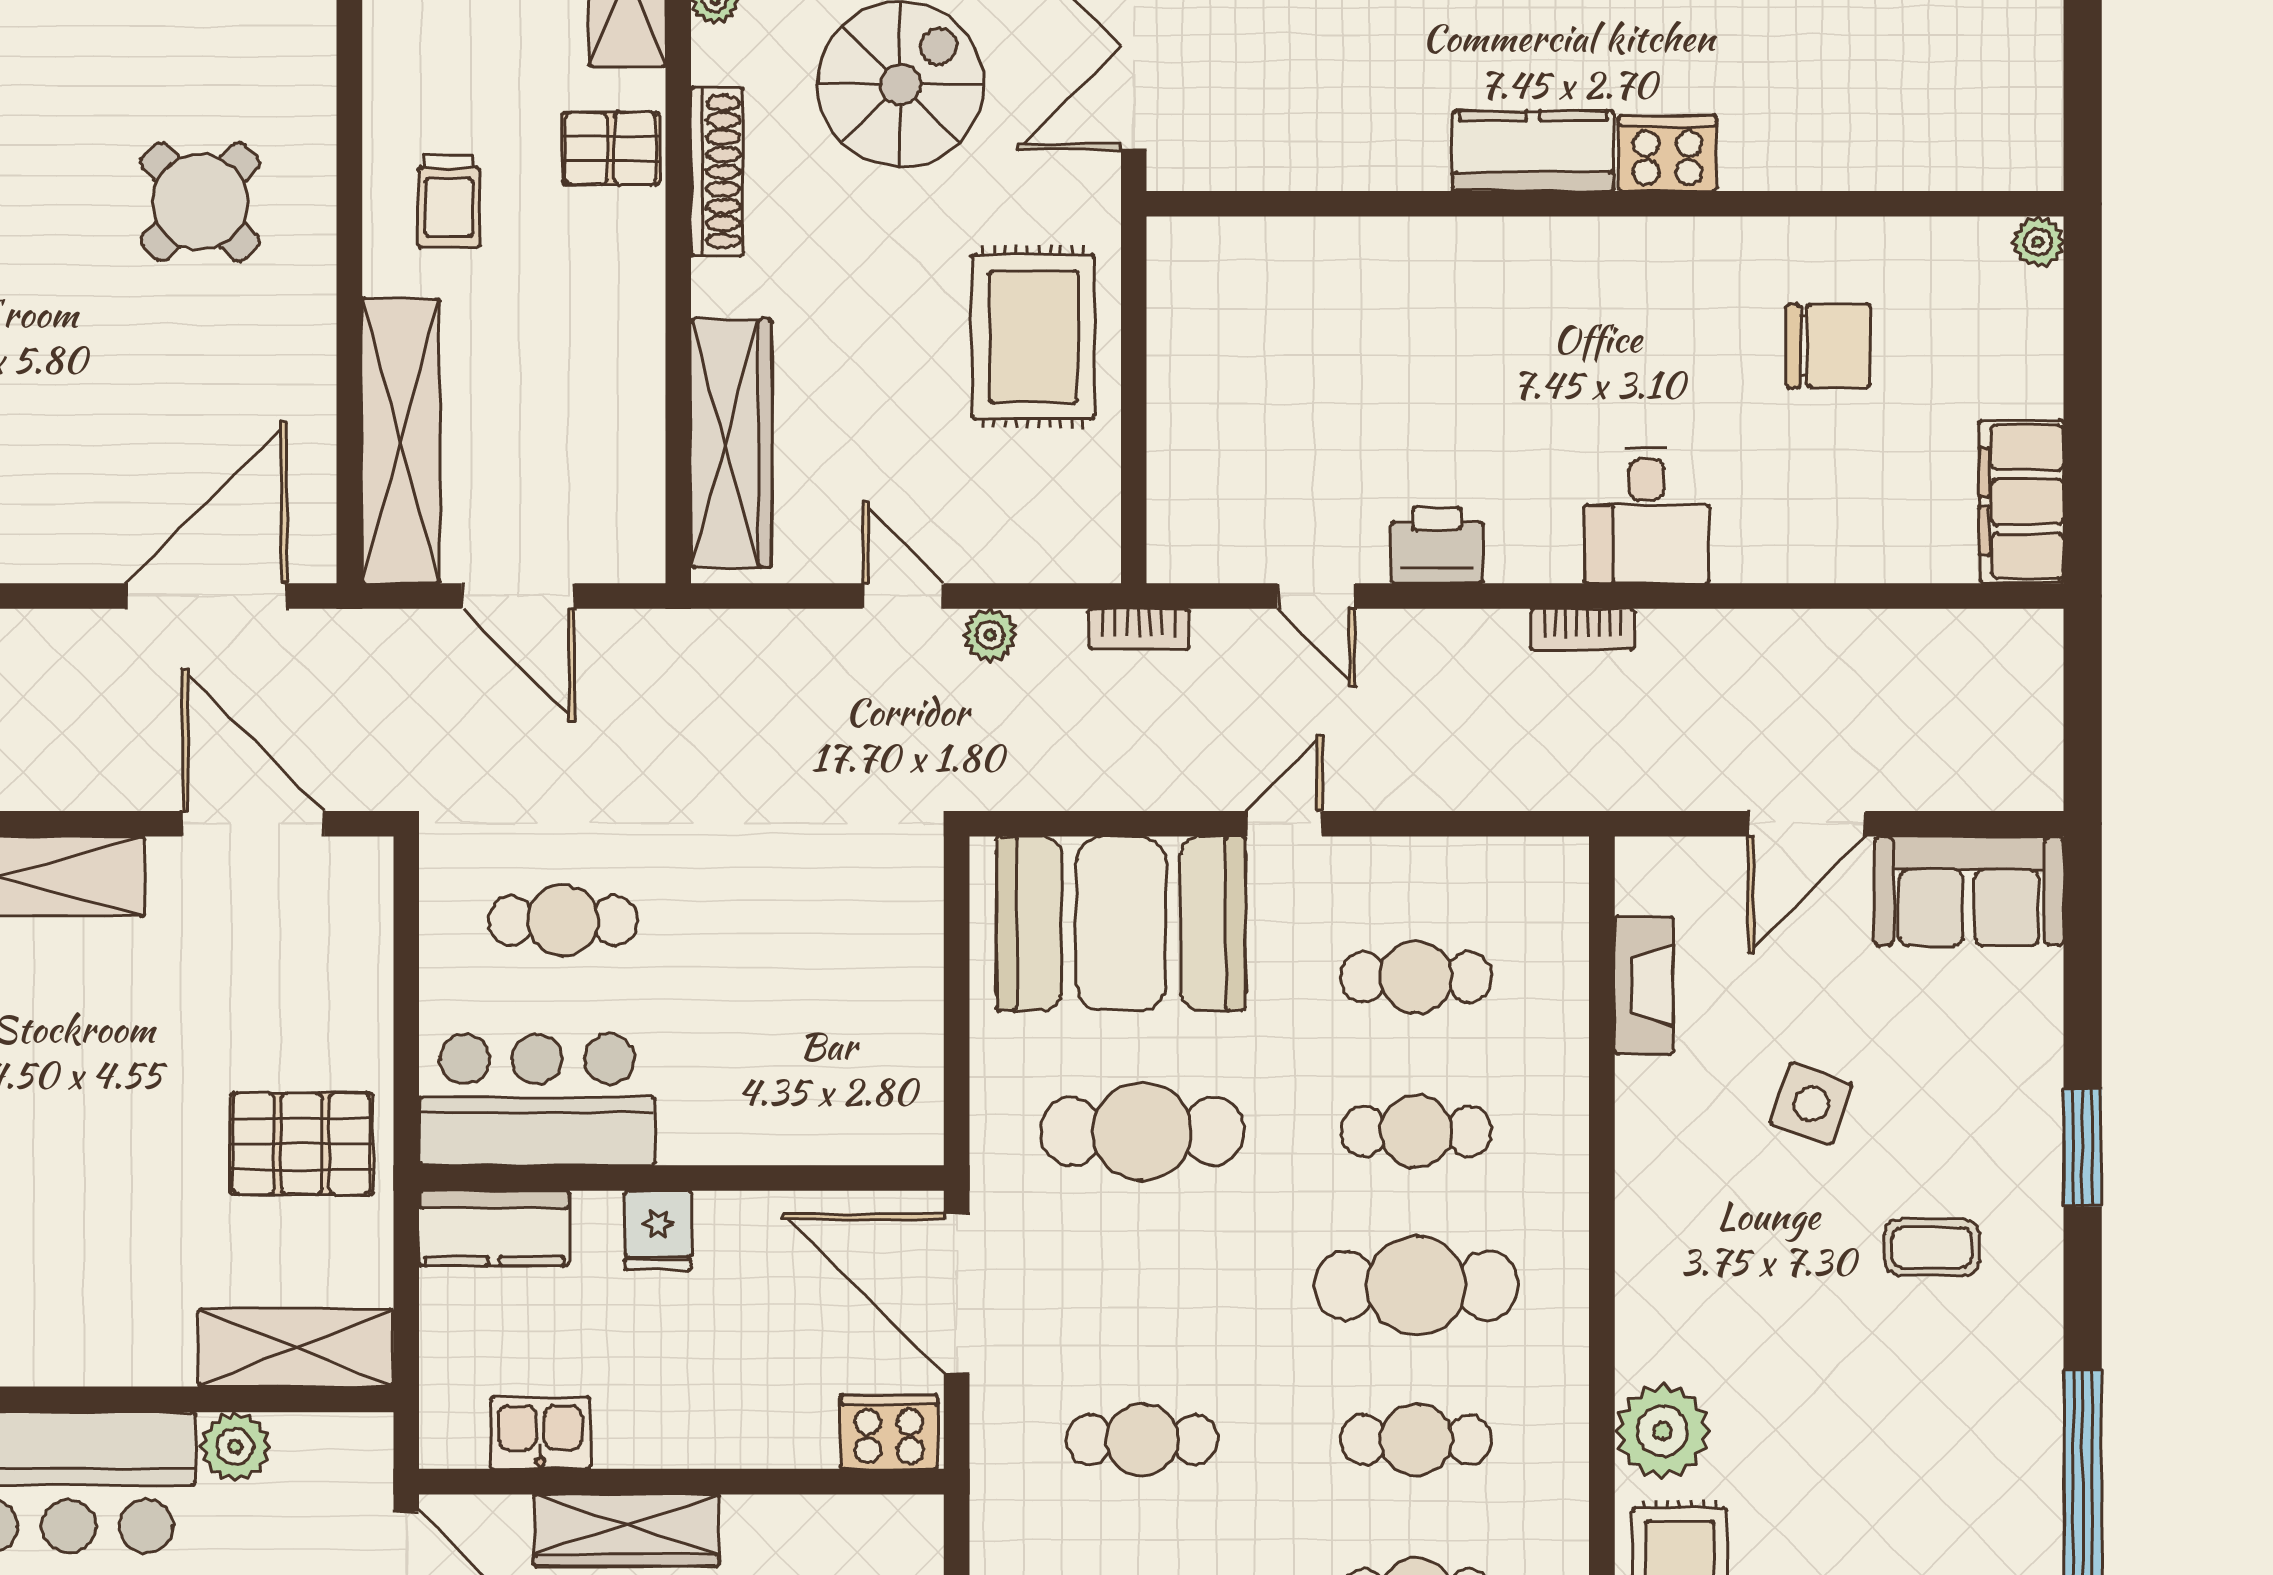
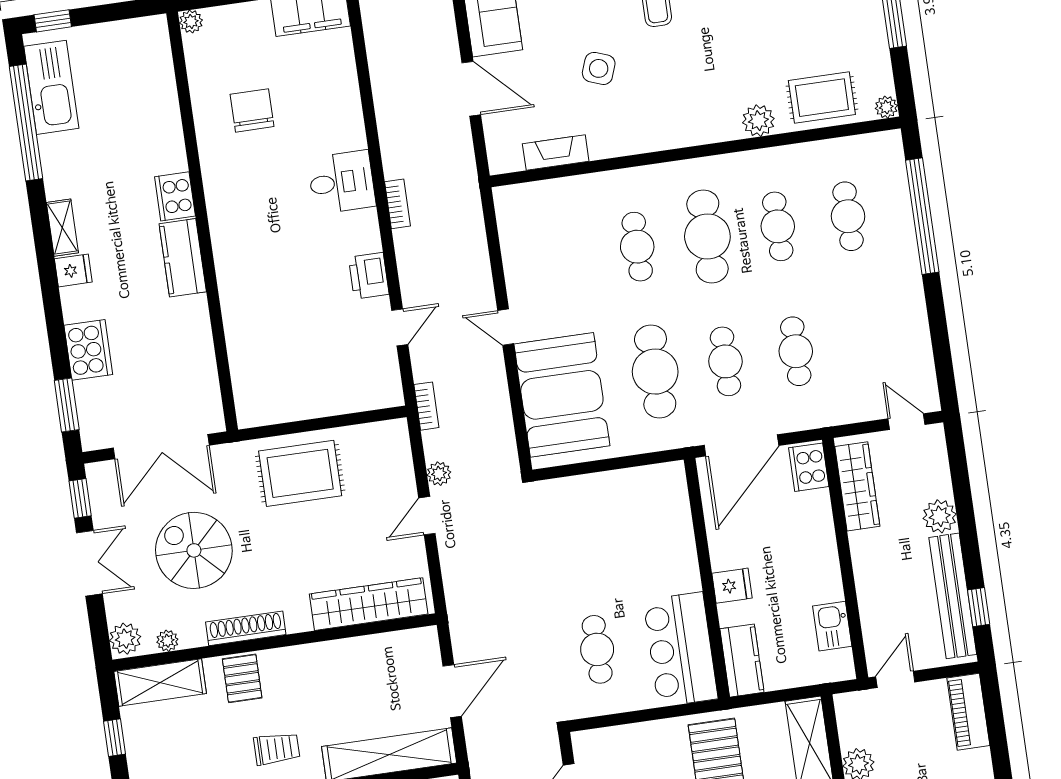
cafe table: (1416, 977) -> (725, 361), moved
plant: (1662, 1431) -> (758, 121), width x0.73, depth x0.73
wardrobe: (626, 1530) -> (857, 486), moved

